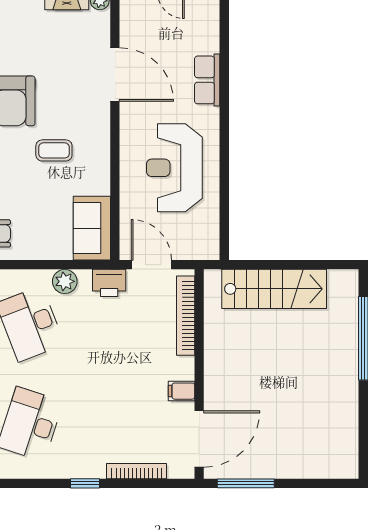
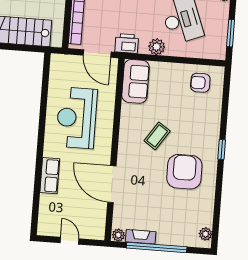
coffee table: (54, 150) -> (157, 136), turned -56
reception desk: (174, 168) -> (77, 118), turned 180

